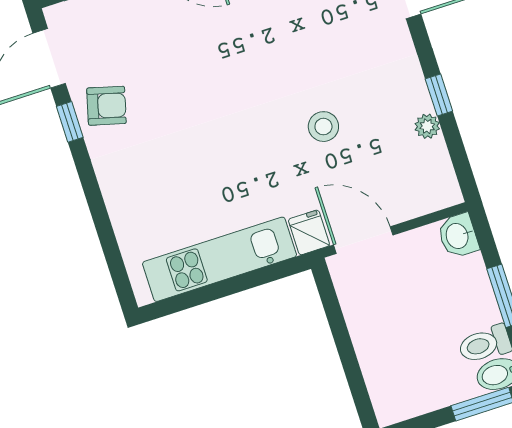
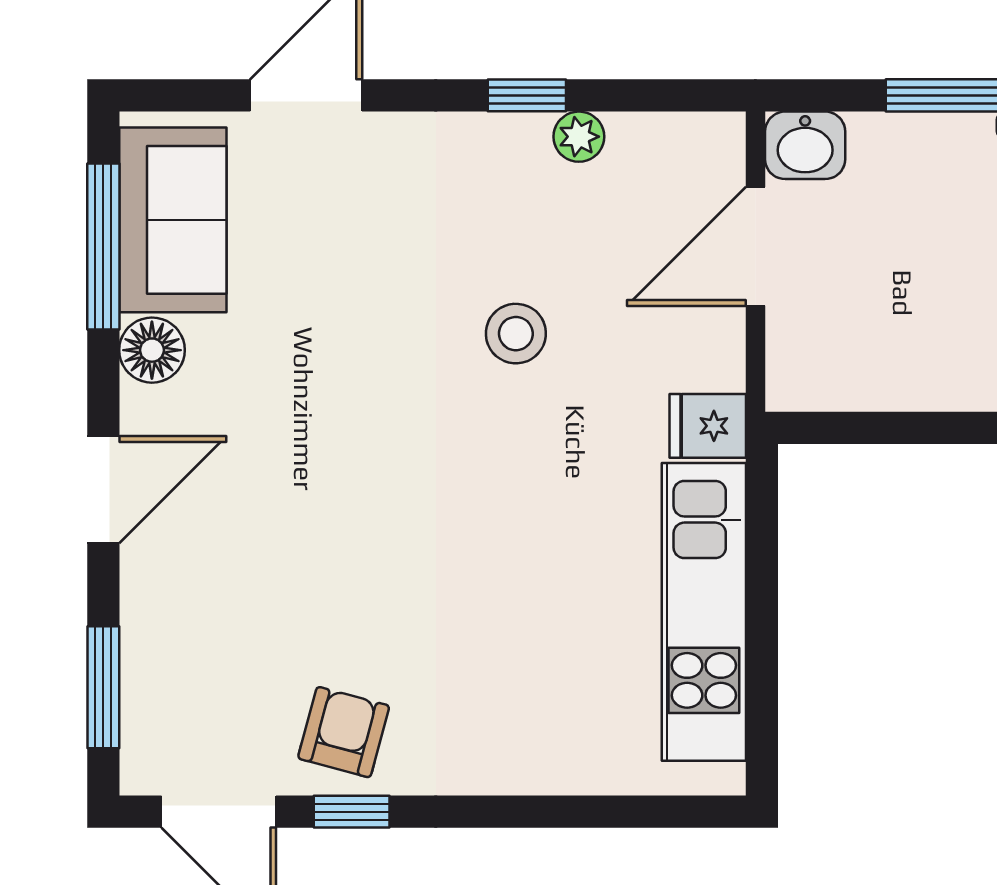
door: (363, 240) -> (755, 246), moved

